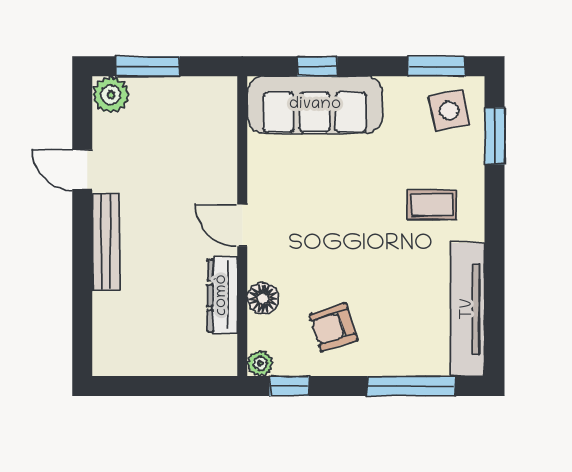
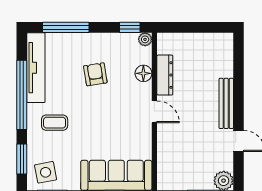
window: (494, 258) -> (22, 95), added
armchair: (333, 327) -> (95, 74), moved, turned -81

